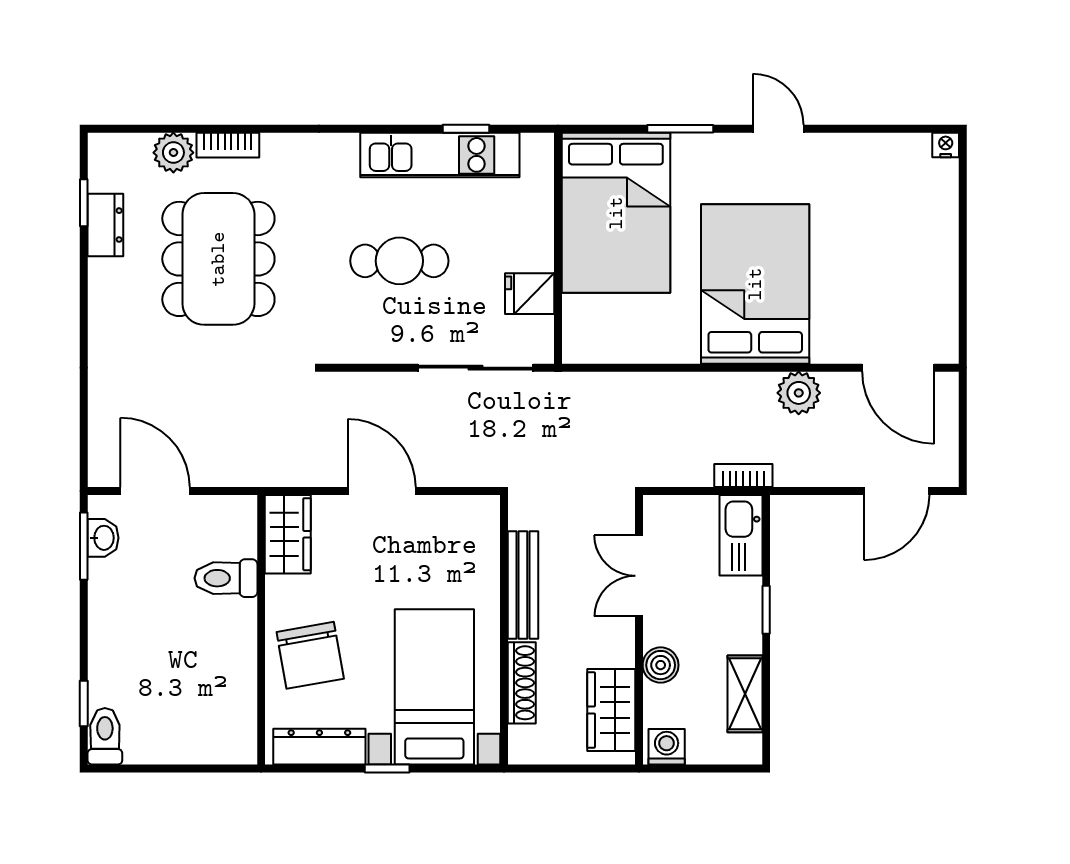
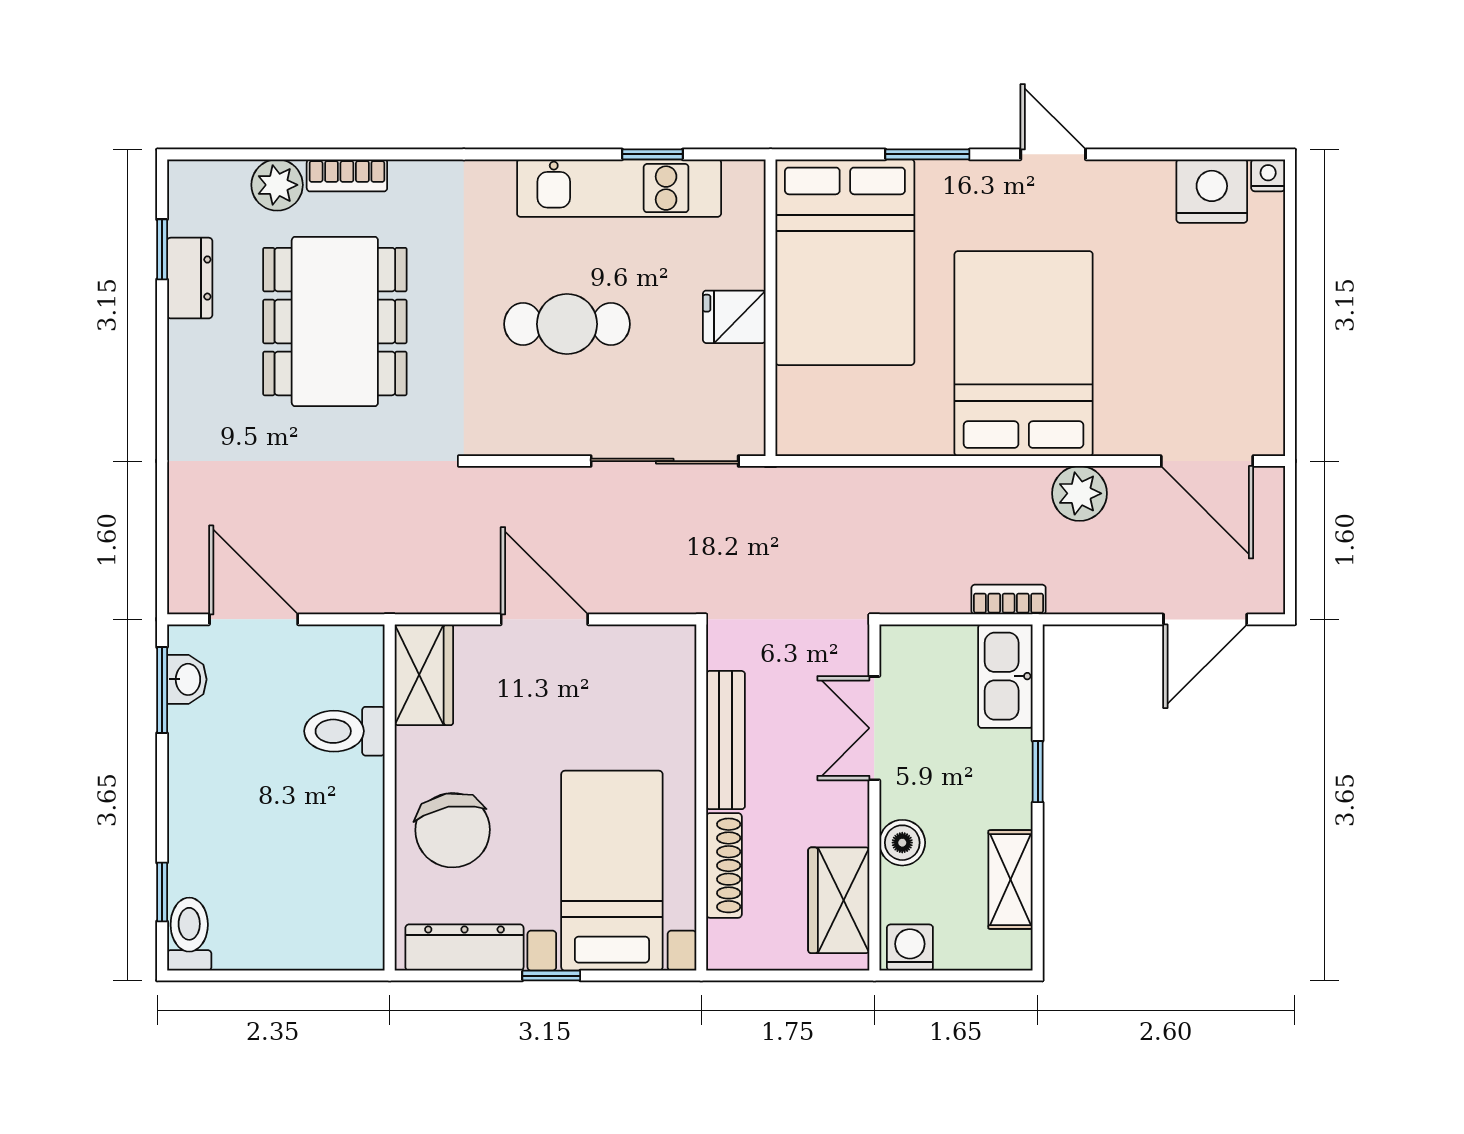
nightstand: (902, 157) -> (1212, 191), added
fridge: (530, 294) -> (734, 317), moved

